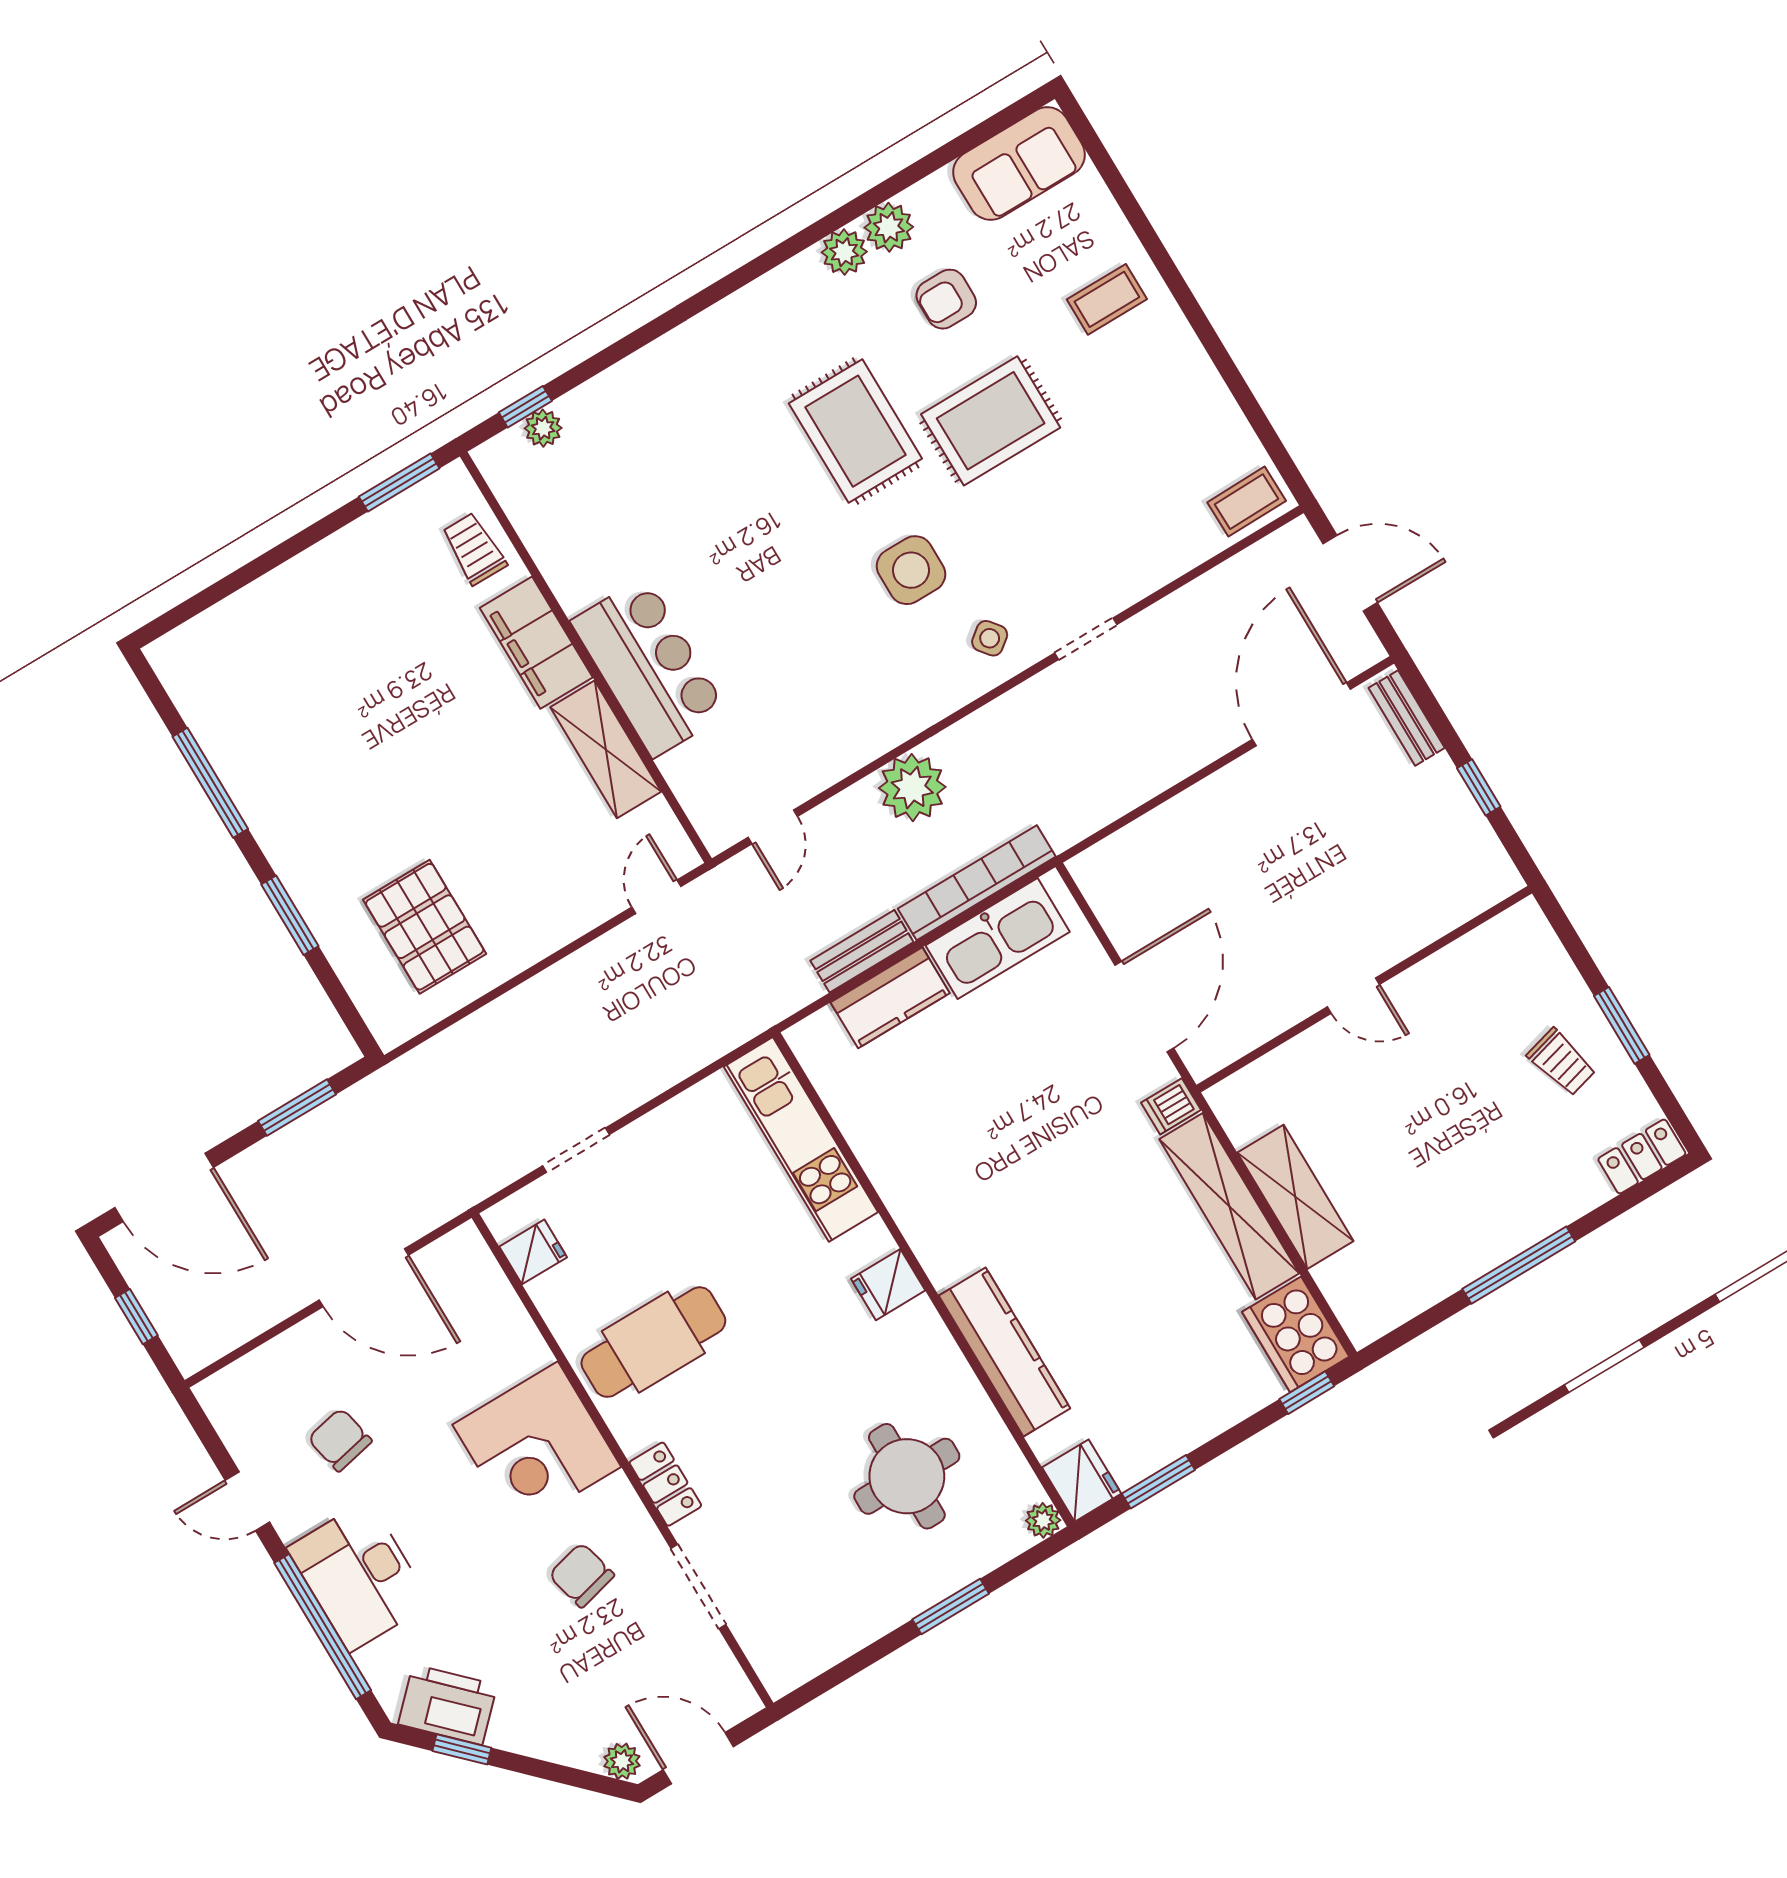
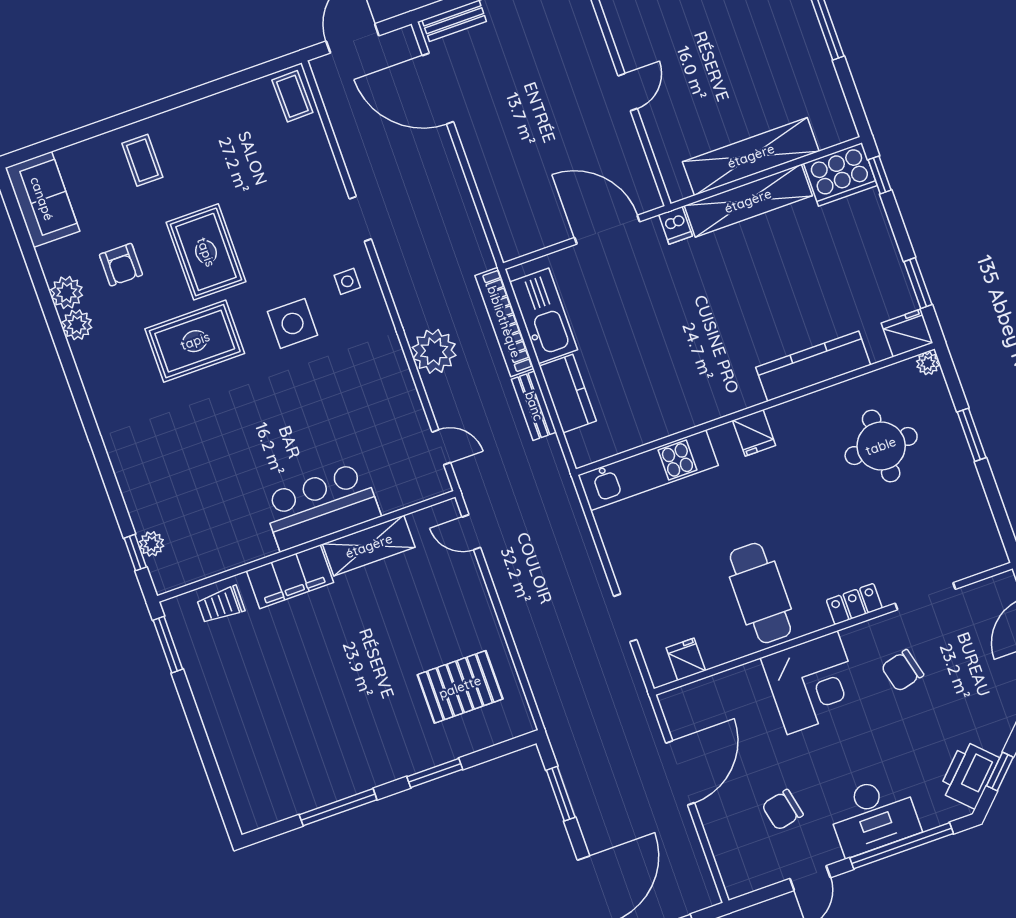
side table: (990, 638) -> (347, 281), turned 38
shelving: (1295, 1197) -> (751, 156), width x1.47

